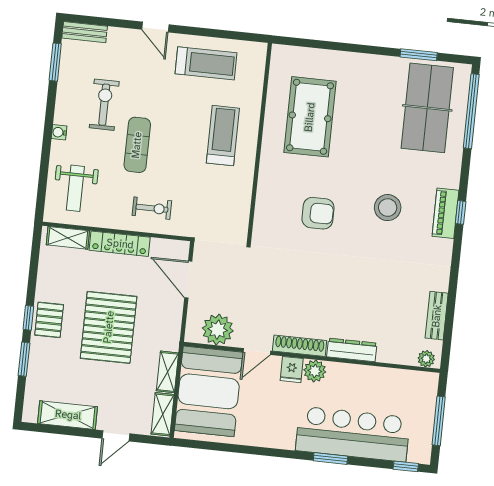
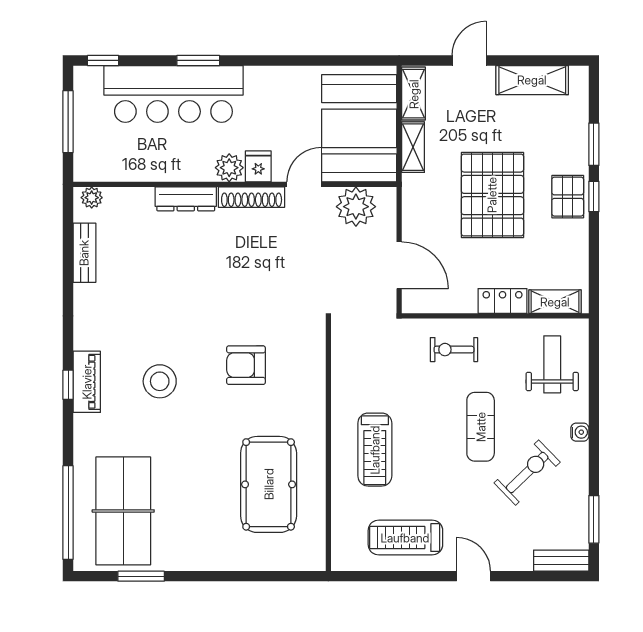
exercise bike: (104, 105) -> (527, 473), turned -134
locker: (120, 244) -> (503, 301), width x0.66

